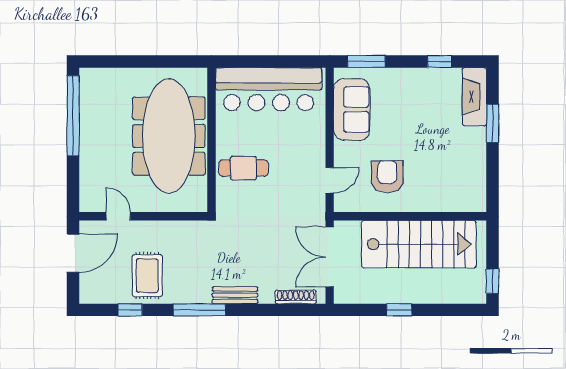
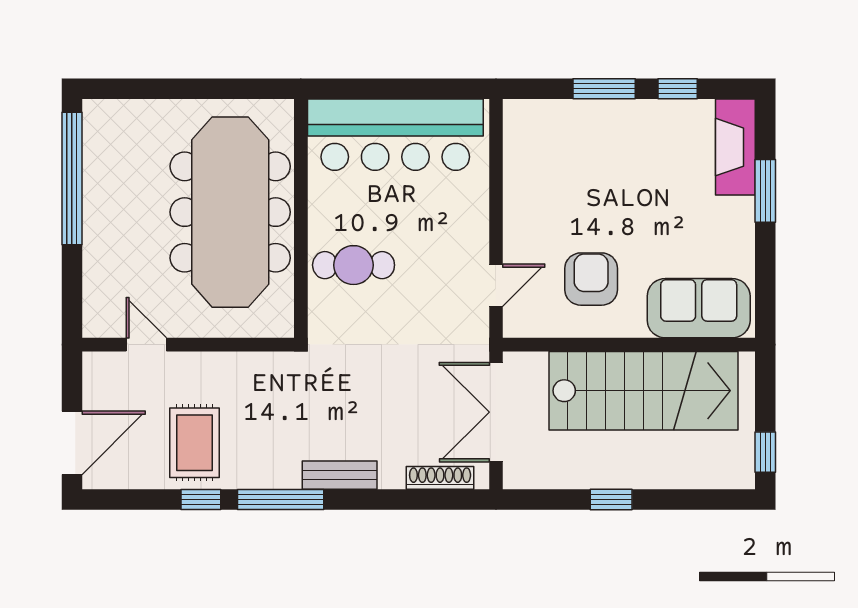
window: (366, 61) -> (604, 89), moved
sofa: (352, 109) -> (699, 308), moved, turned -90
door: (73, 253) -> (72, 443), moved
window: (130, 310) -> (201, 499), moved

